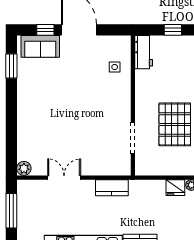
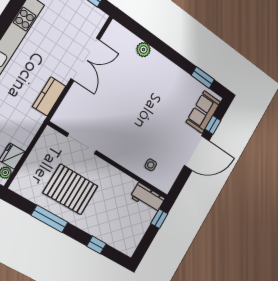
window: (173, 30) -> (159, 219), moved
plant: (24, 168) -> (143, 50), moved
double door: (64, 178) -> (85, 59), width x1.37

